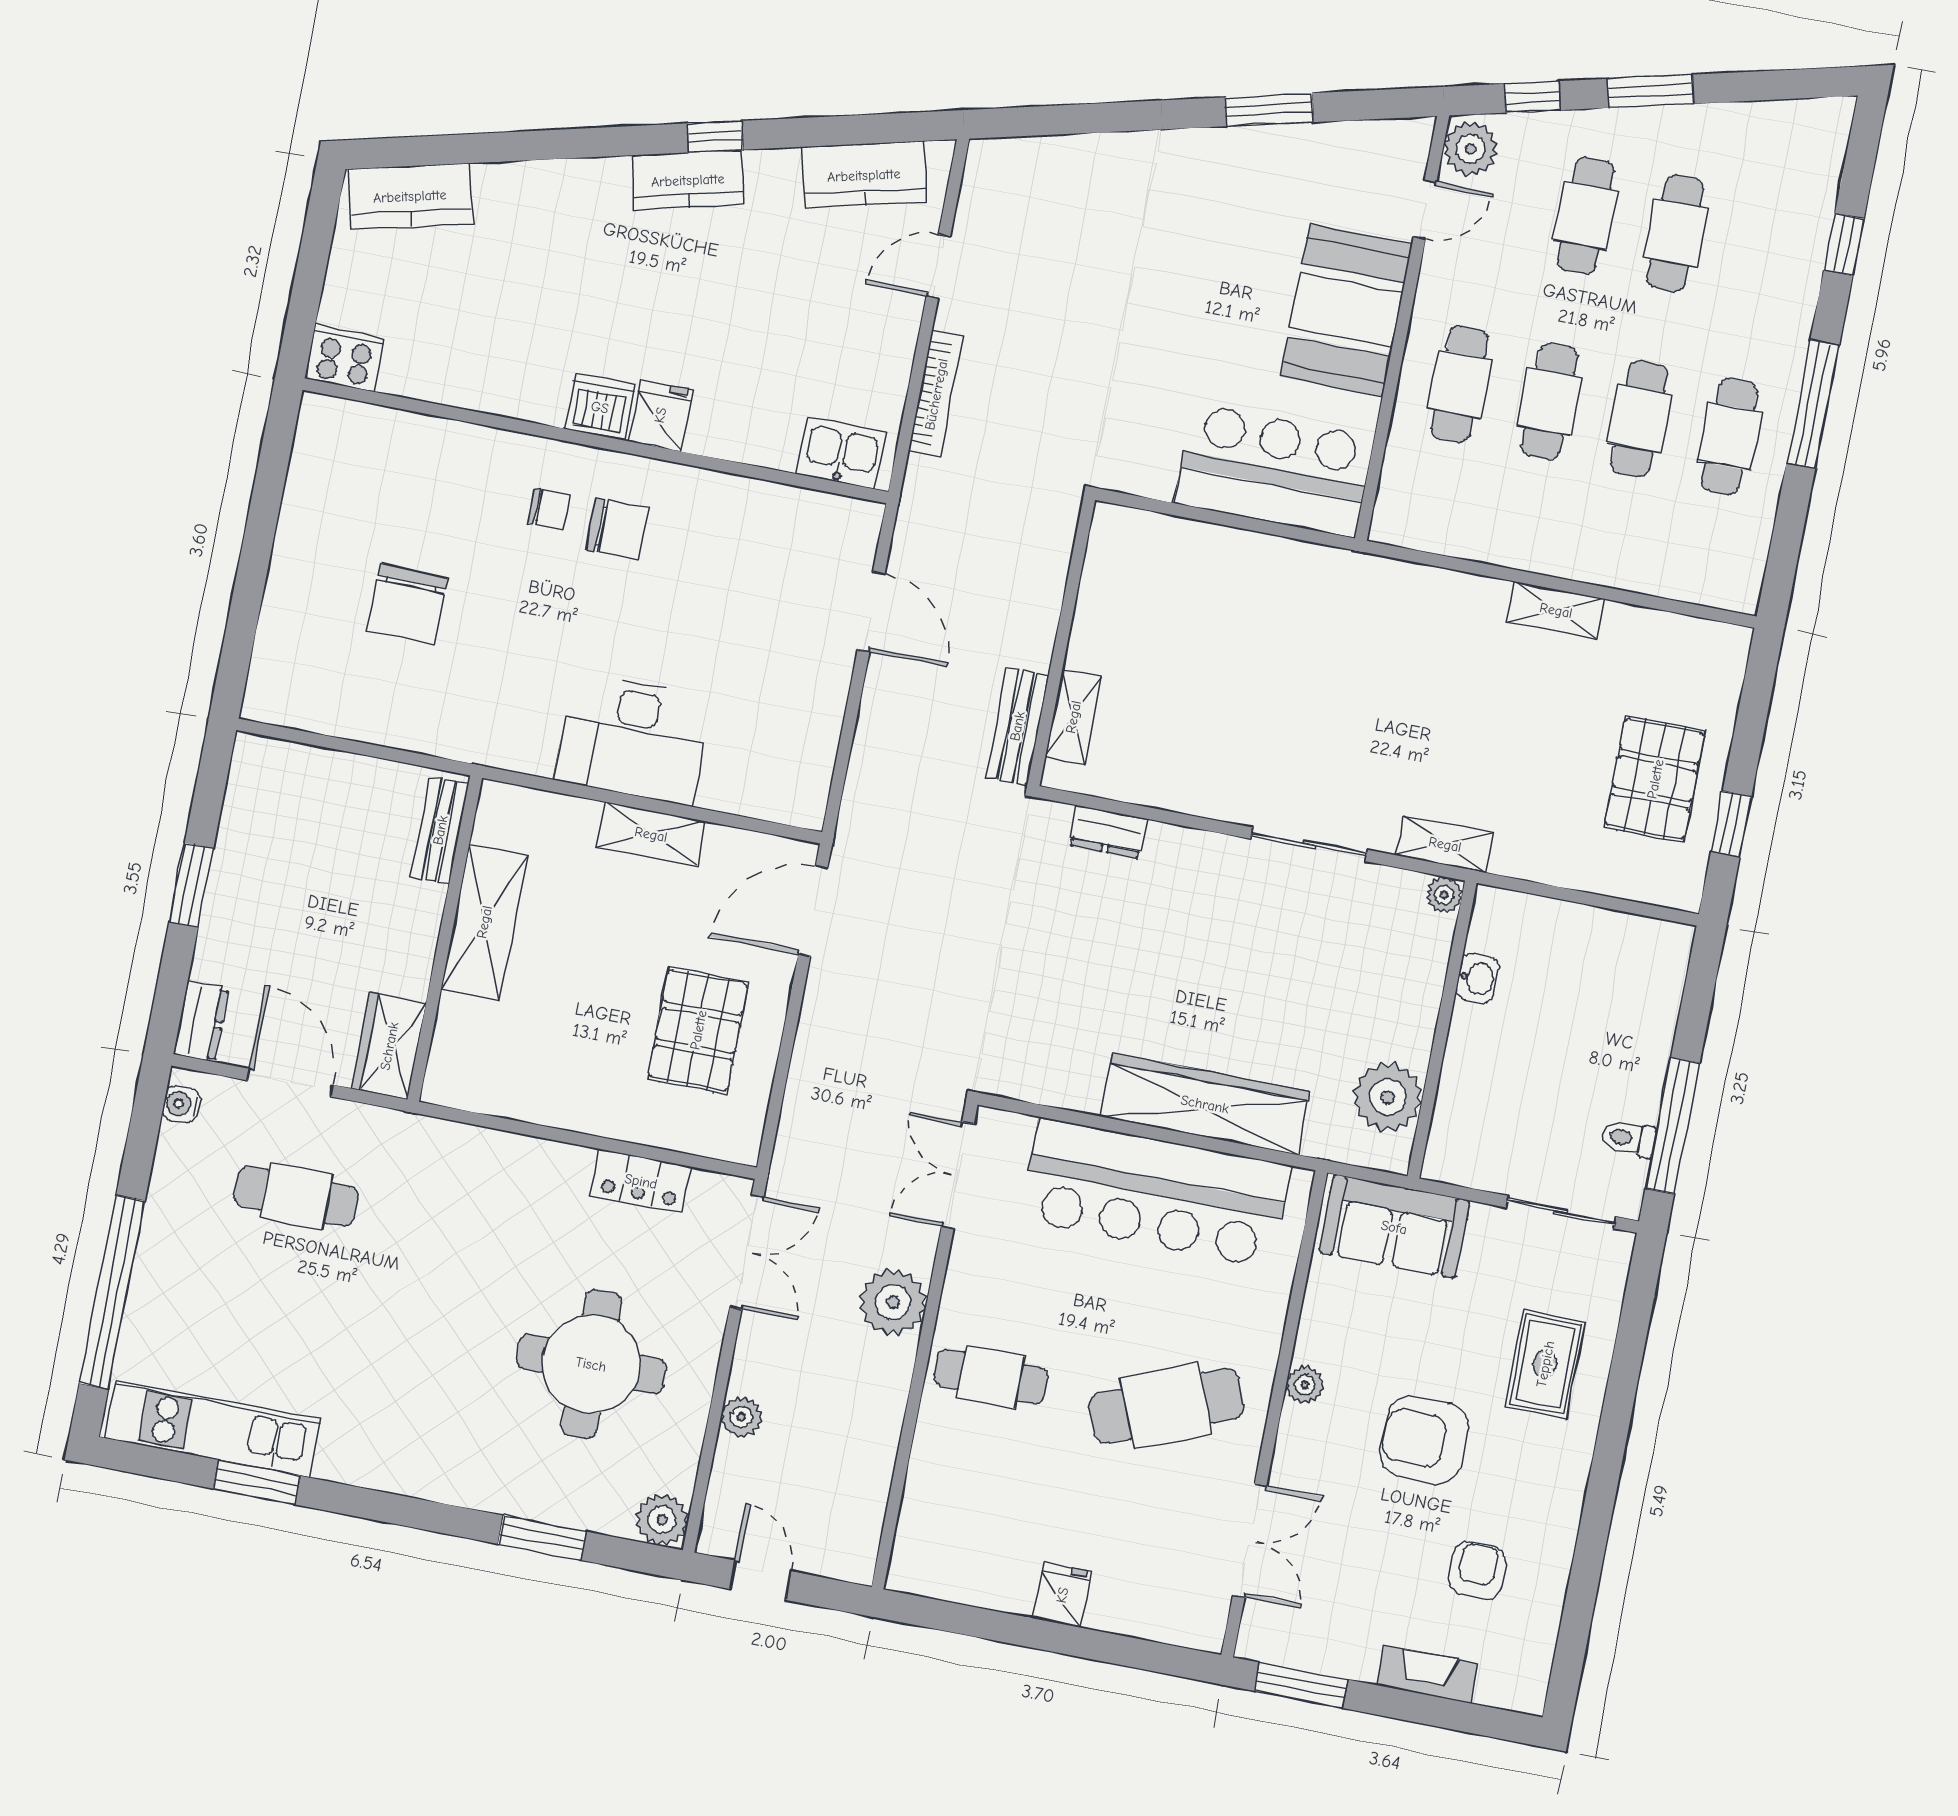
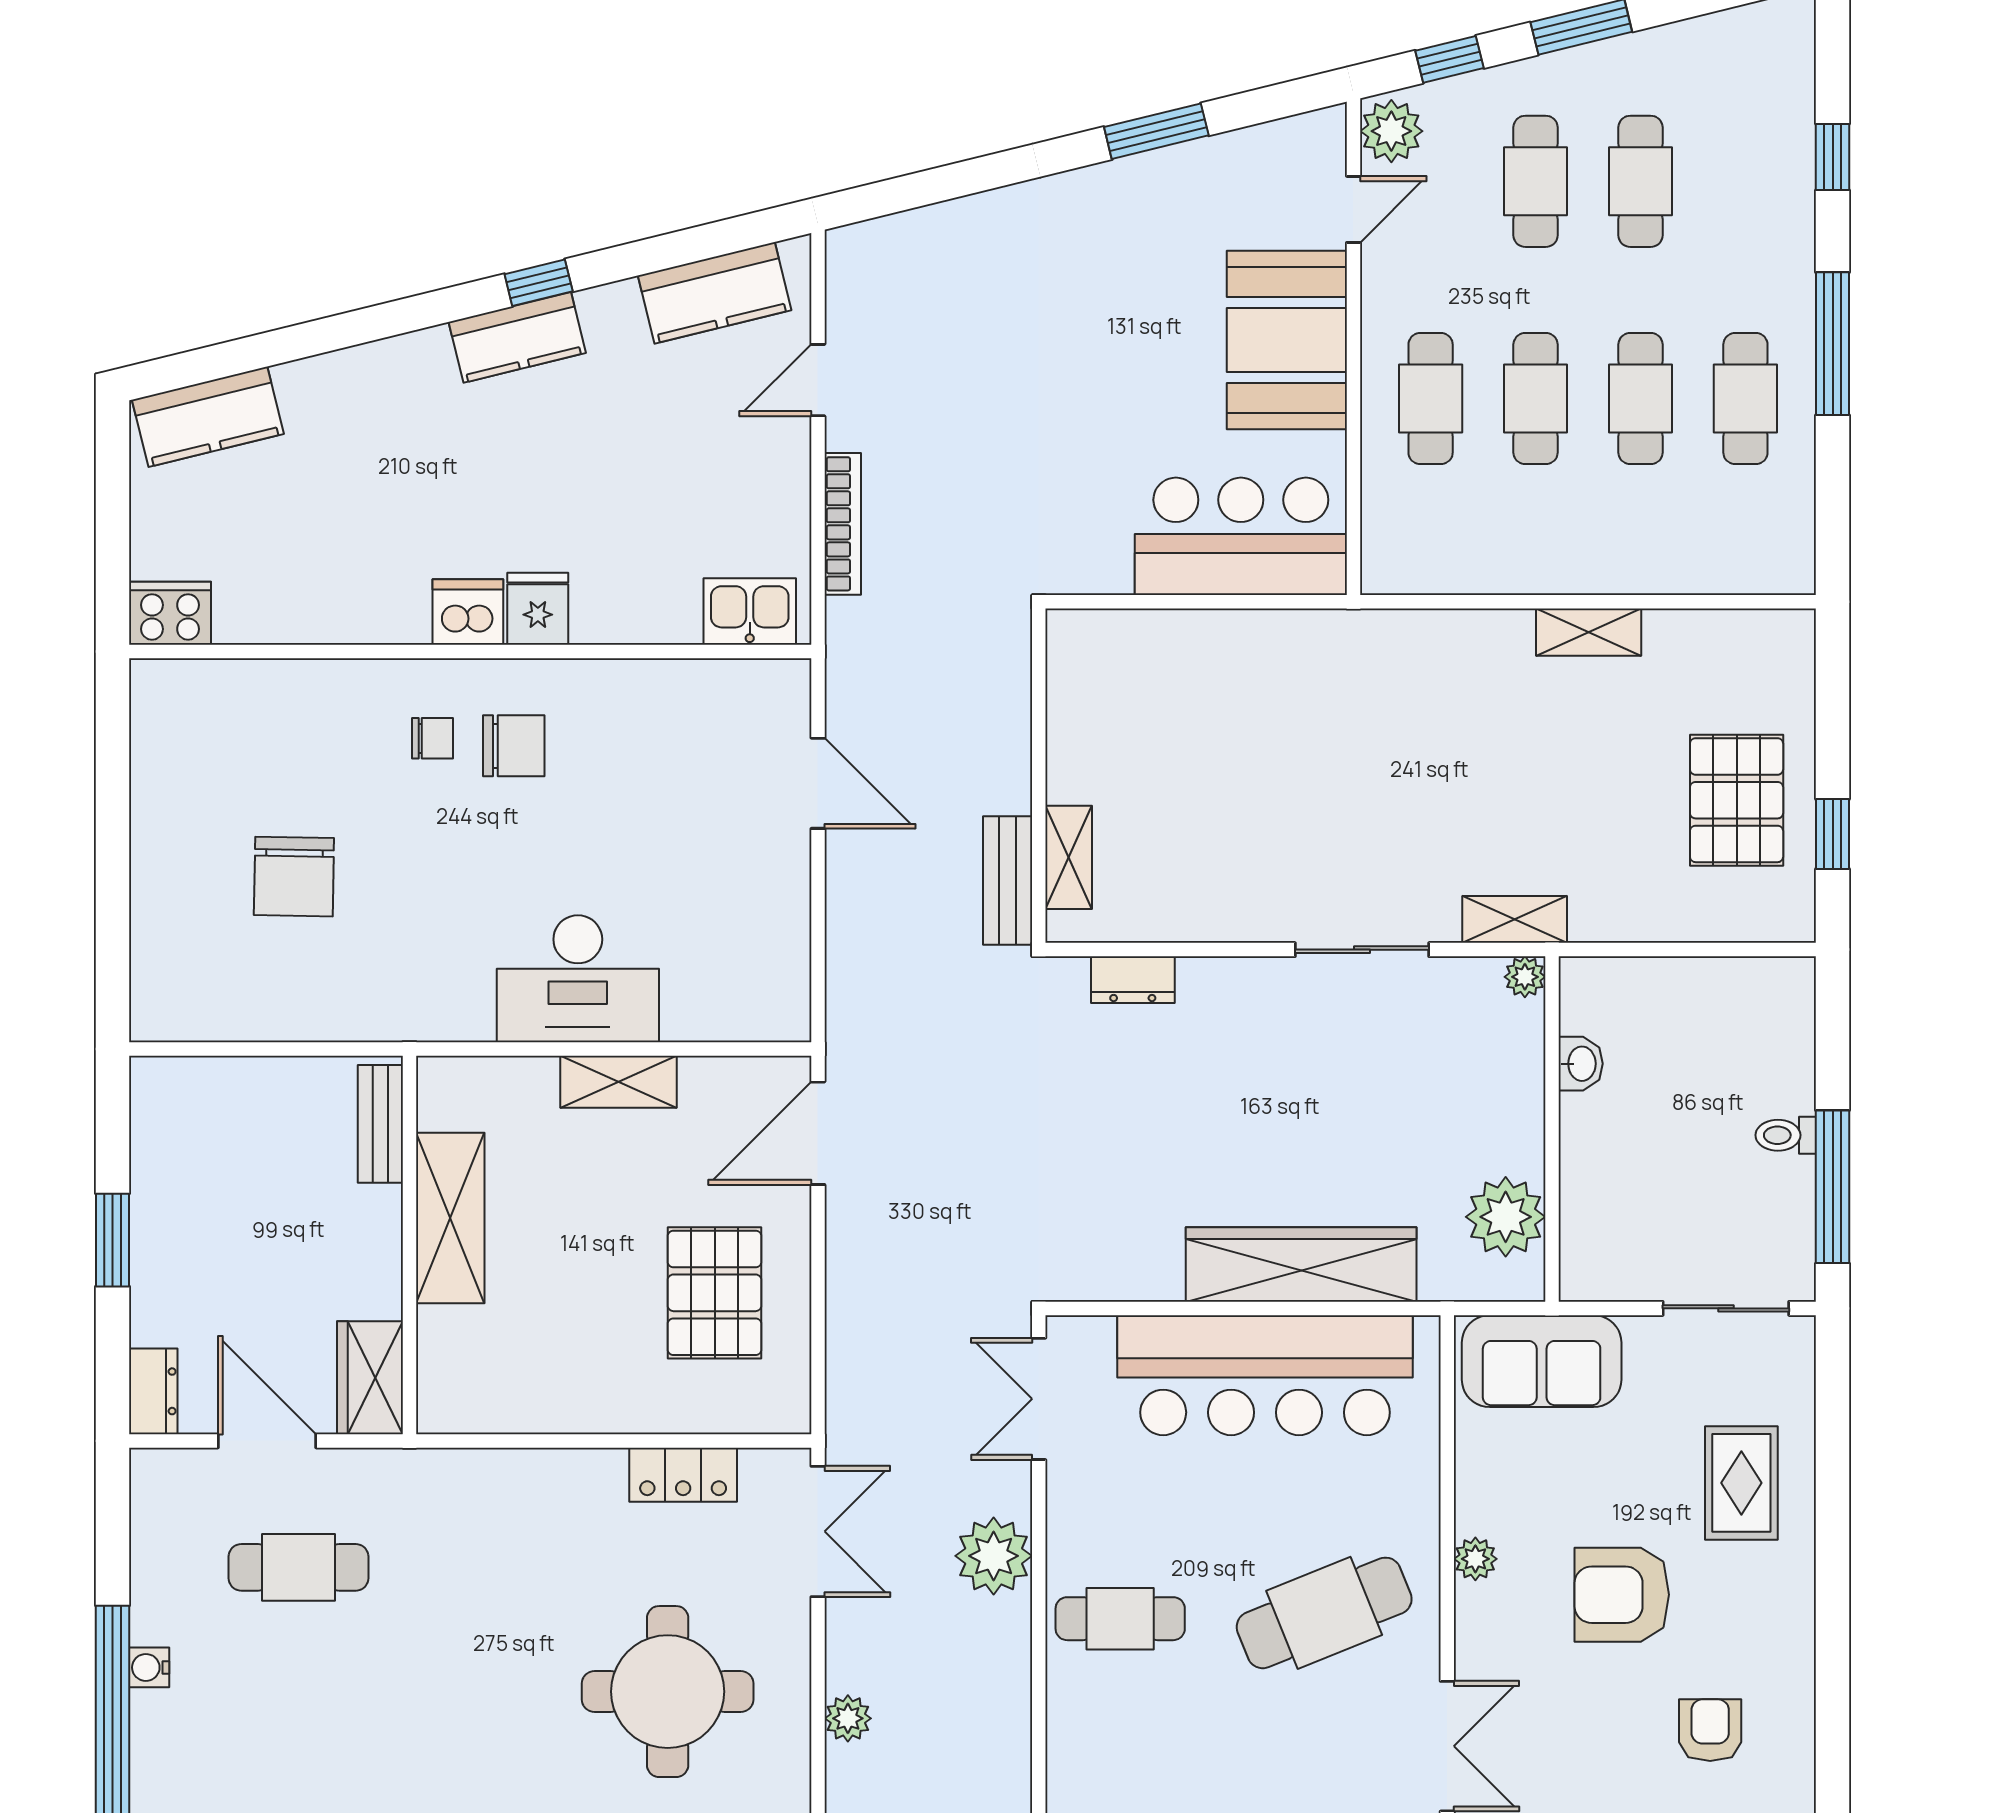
water cooler: (181, 1104) -> (149, 1667), moved
toilet: (1629, 1138) -> (1786, 1135), moved

